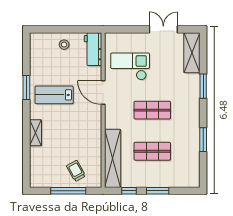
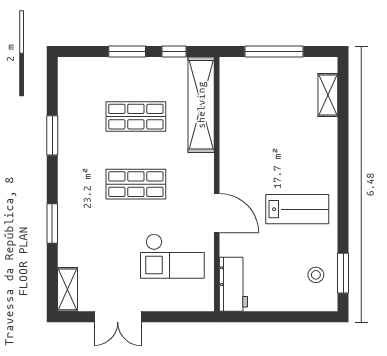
stool: (64, 45) -> (316, 275), moved
shelving: (192, 53) -> (67, 289), width x0.67, depth x0.75
window: (26, 88) -> (343, 273), moved
shelving: (35, 133) -> (328, 95), moved
trolley: (76, 171) -> (261, 84), removed

